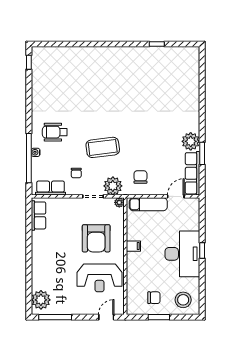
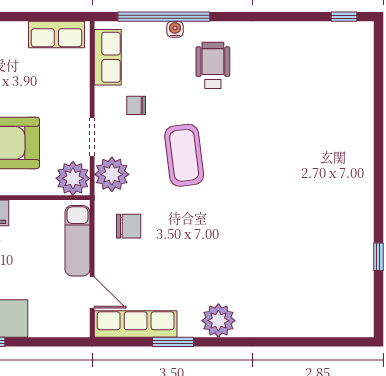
plant: (191, 141) -> (218, 321), moved
plant: (119, 202) -> (73, 178), width x1.88, depth x1.88

